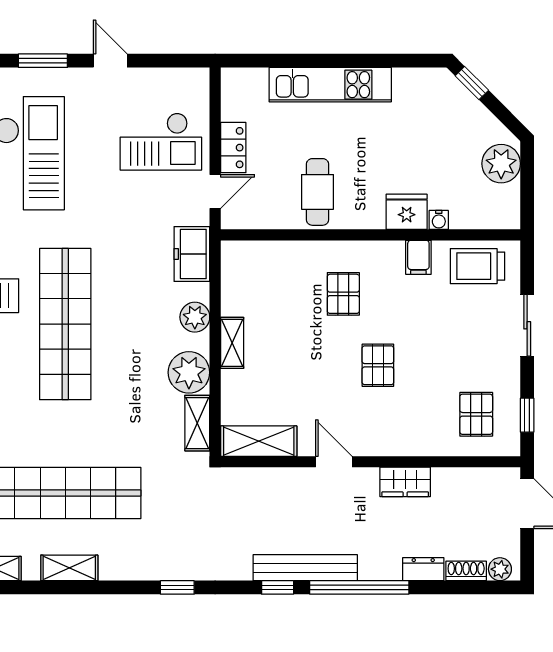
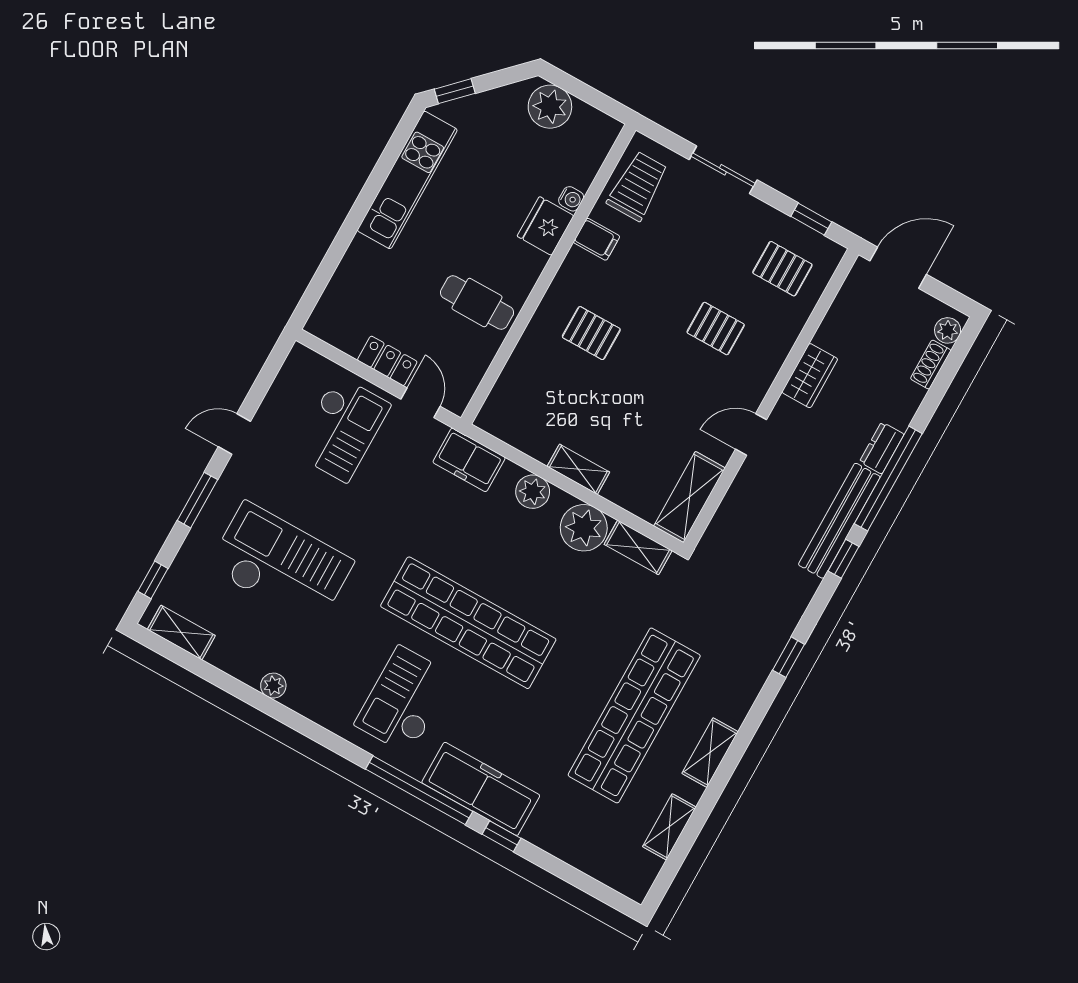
kitchen unit: (330, 85) -> (407, 180), moved
trolley: (477, 266) -> (638, 186), turned 180
pallet: (378, 365) -> (716, 329), moved
dresser: (423, 569) -> (882, 448), moved

